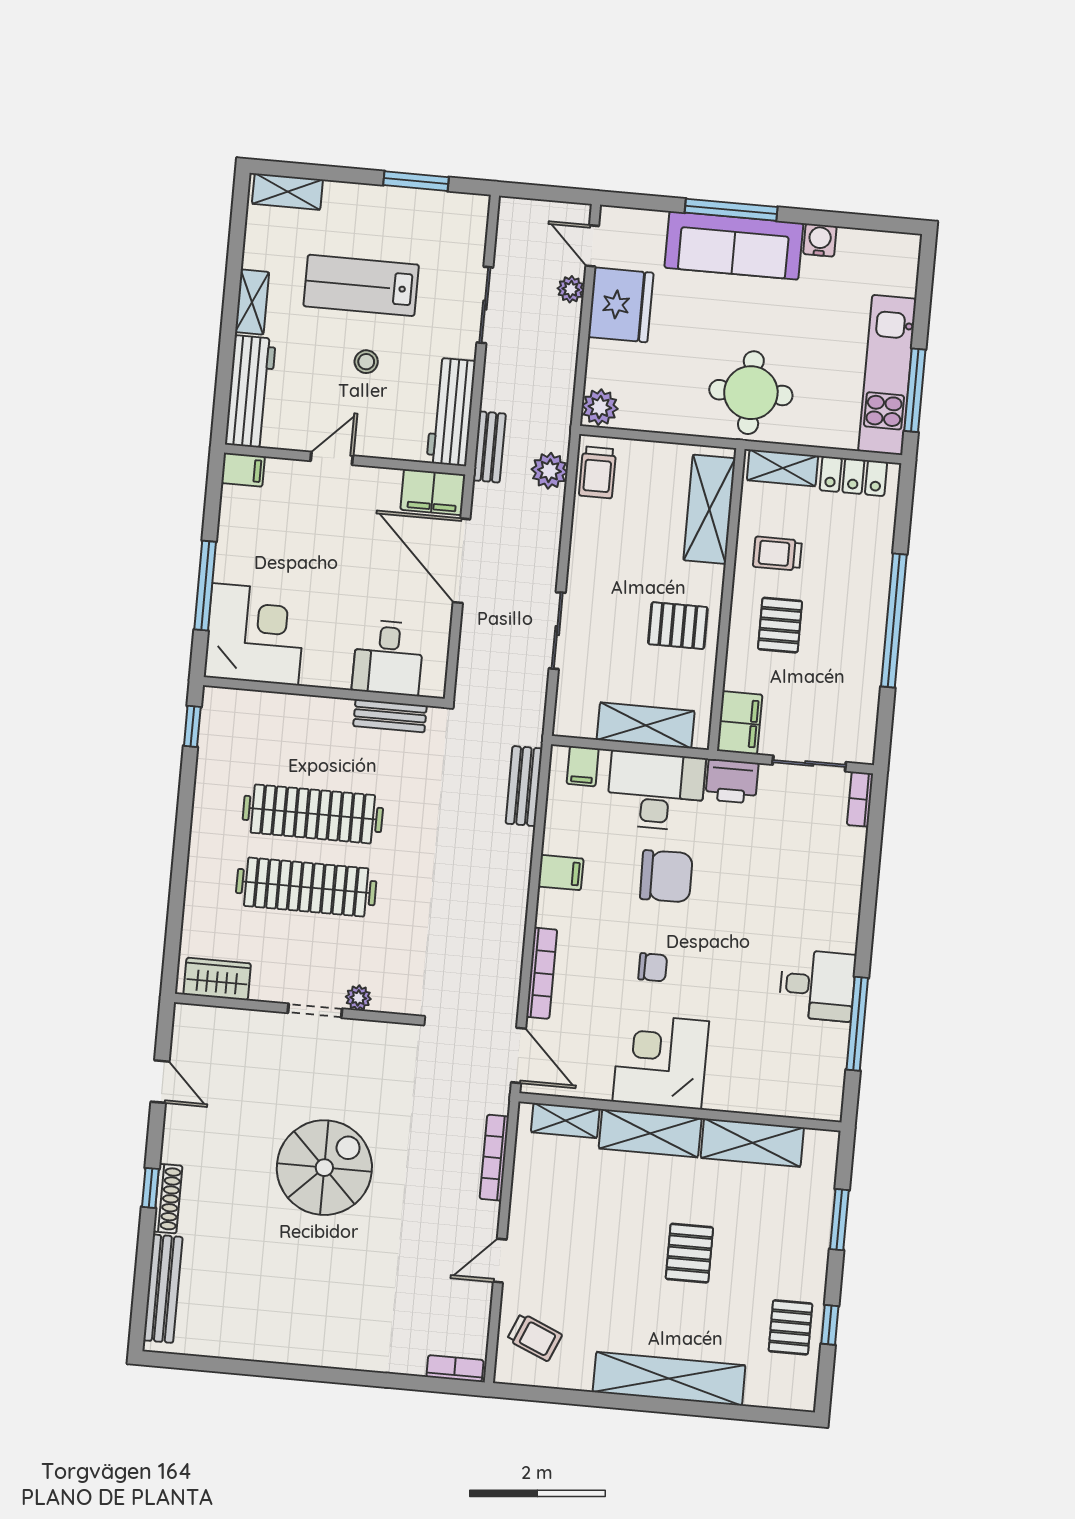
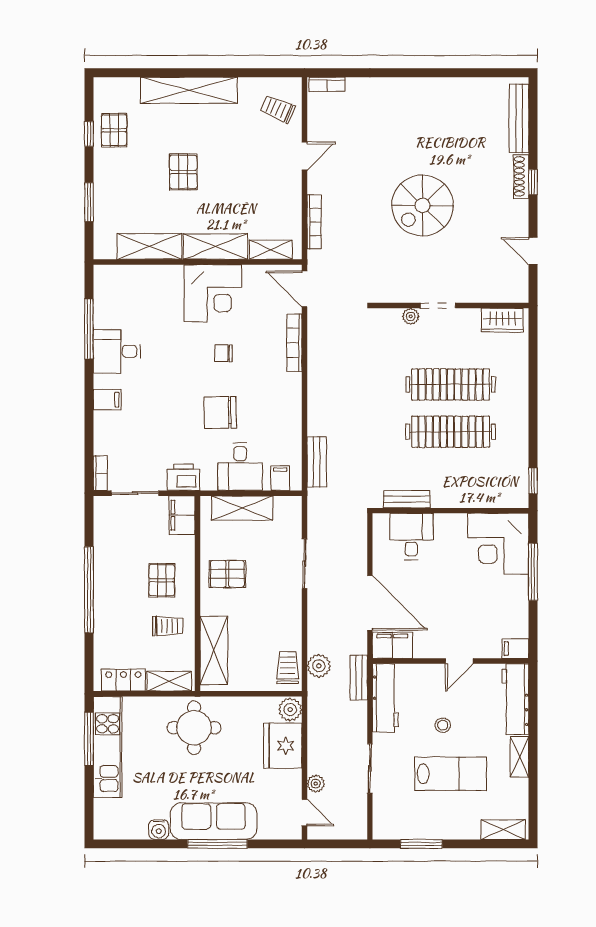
fridge: (621, 305) -> (283, 746), moved
desk: (656, 791) -> (240, 467), width x0.73
filing cabinet: (561, 873) -> (107, 400), moved, turned 180

